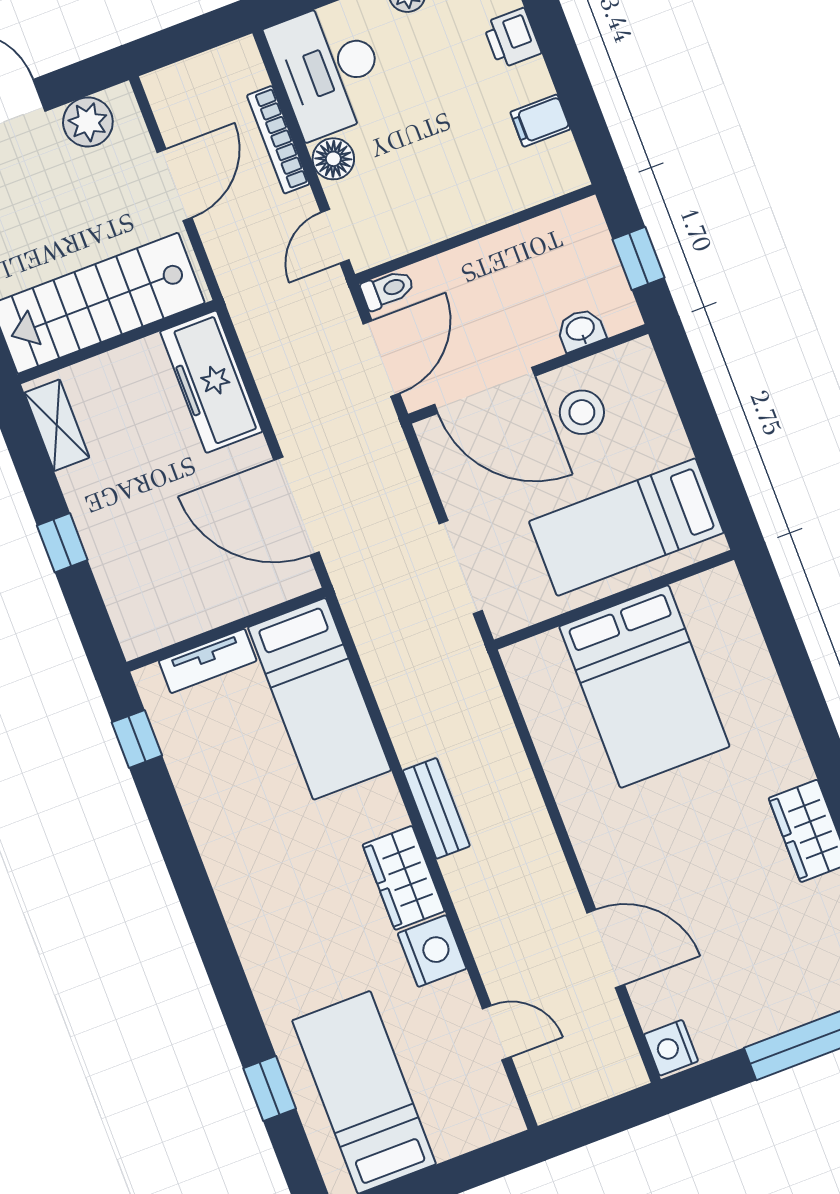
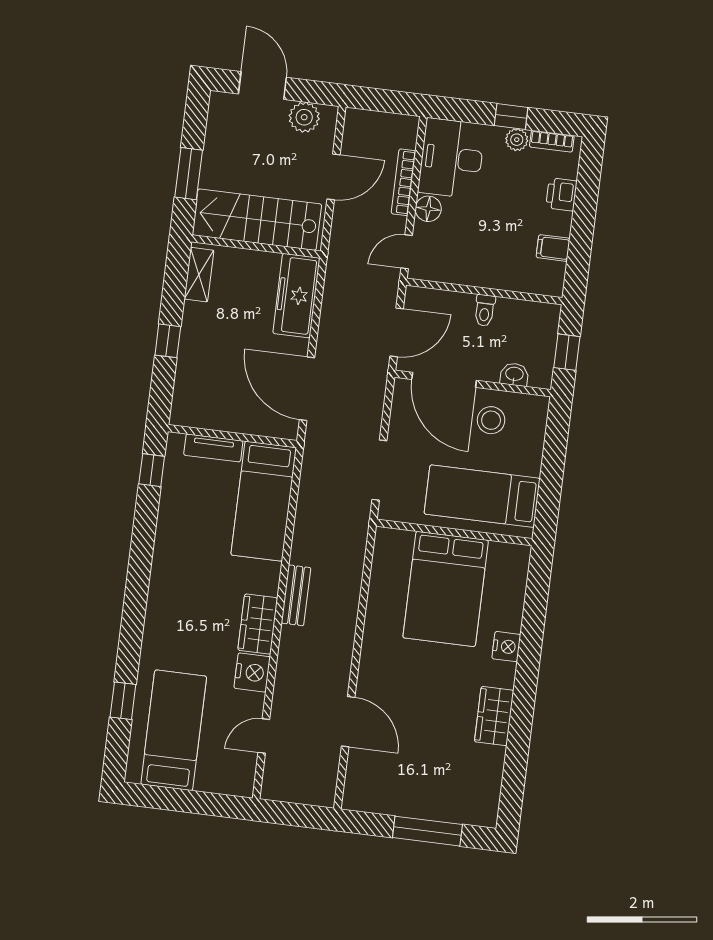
toilet: (388, 290) -> (485, 310), moved, turned 90
door: (497, 1033) -> (264, 736), swing flipped
nightstand: (671, 1048) -> (506, 647), moved, turned 180

